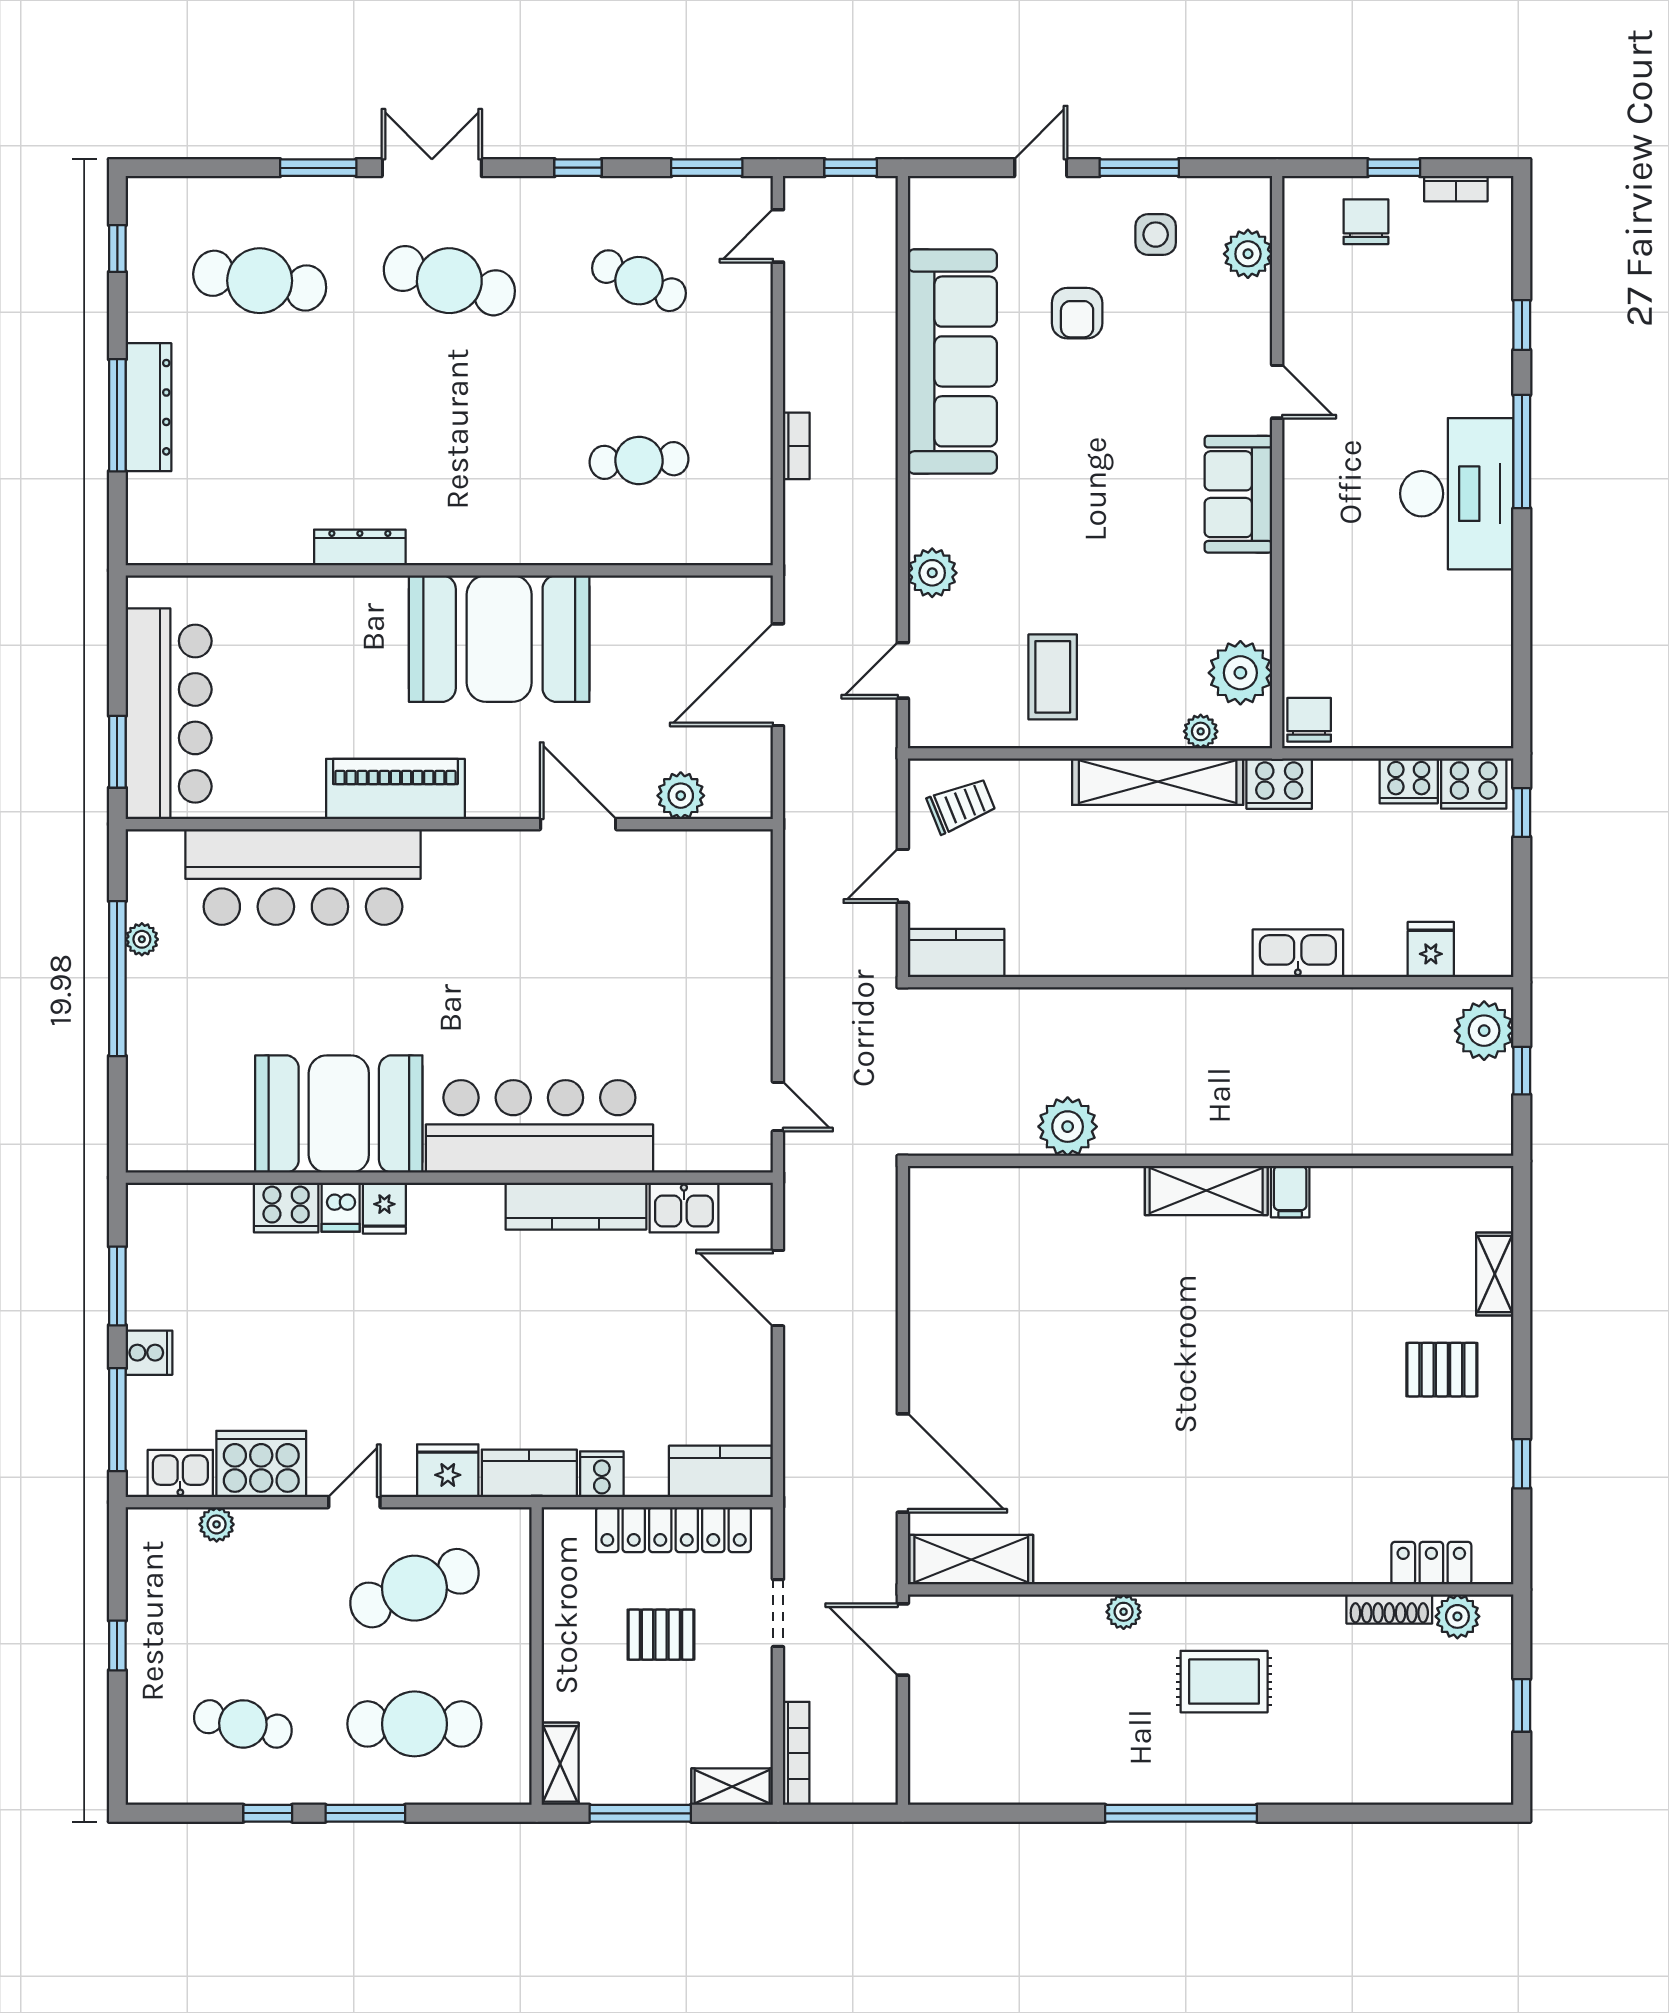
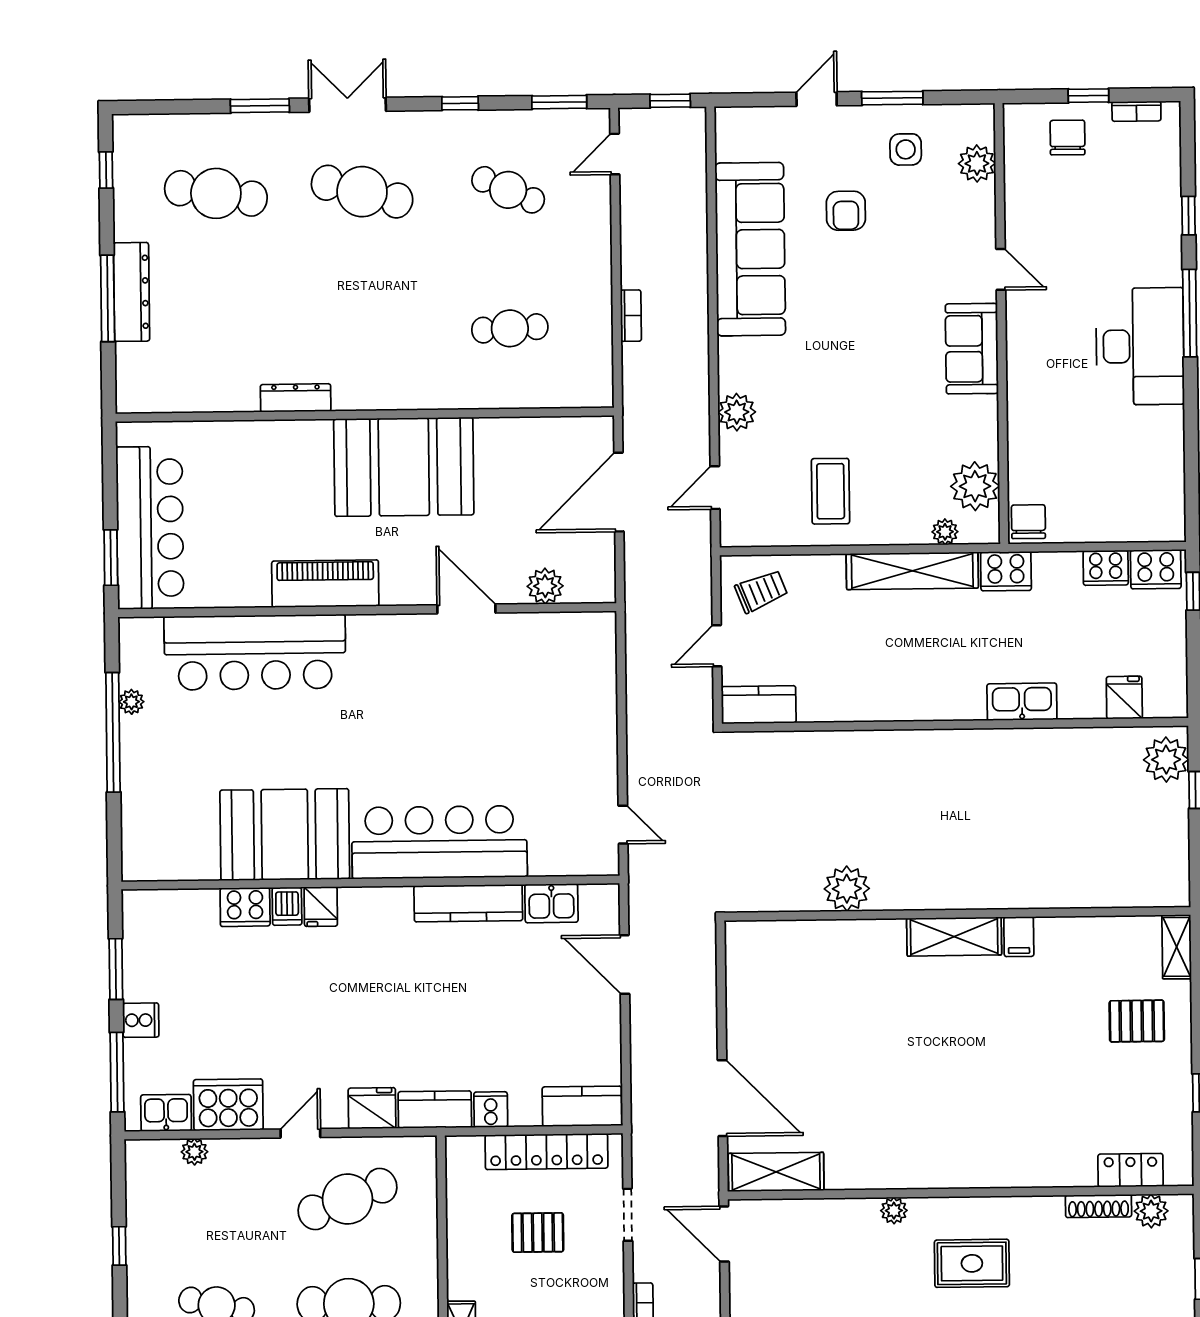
plant: (1068, 1127) -> (847, 889), moved
wall: (1211, 1161) -> (957, 914), moved
shelving: (1206, 1191) -> (954, 937), moved
filing cabinet: (1290, 1192) -> (1019, 937), moved

